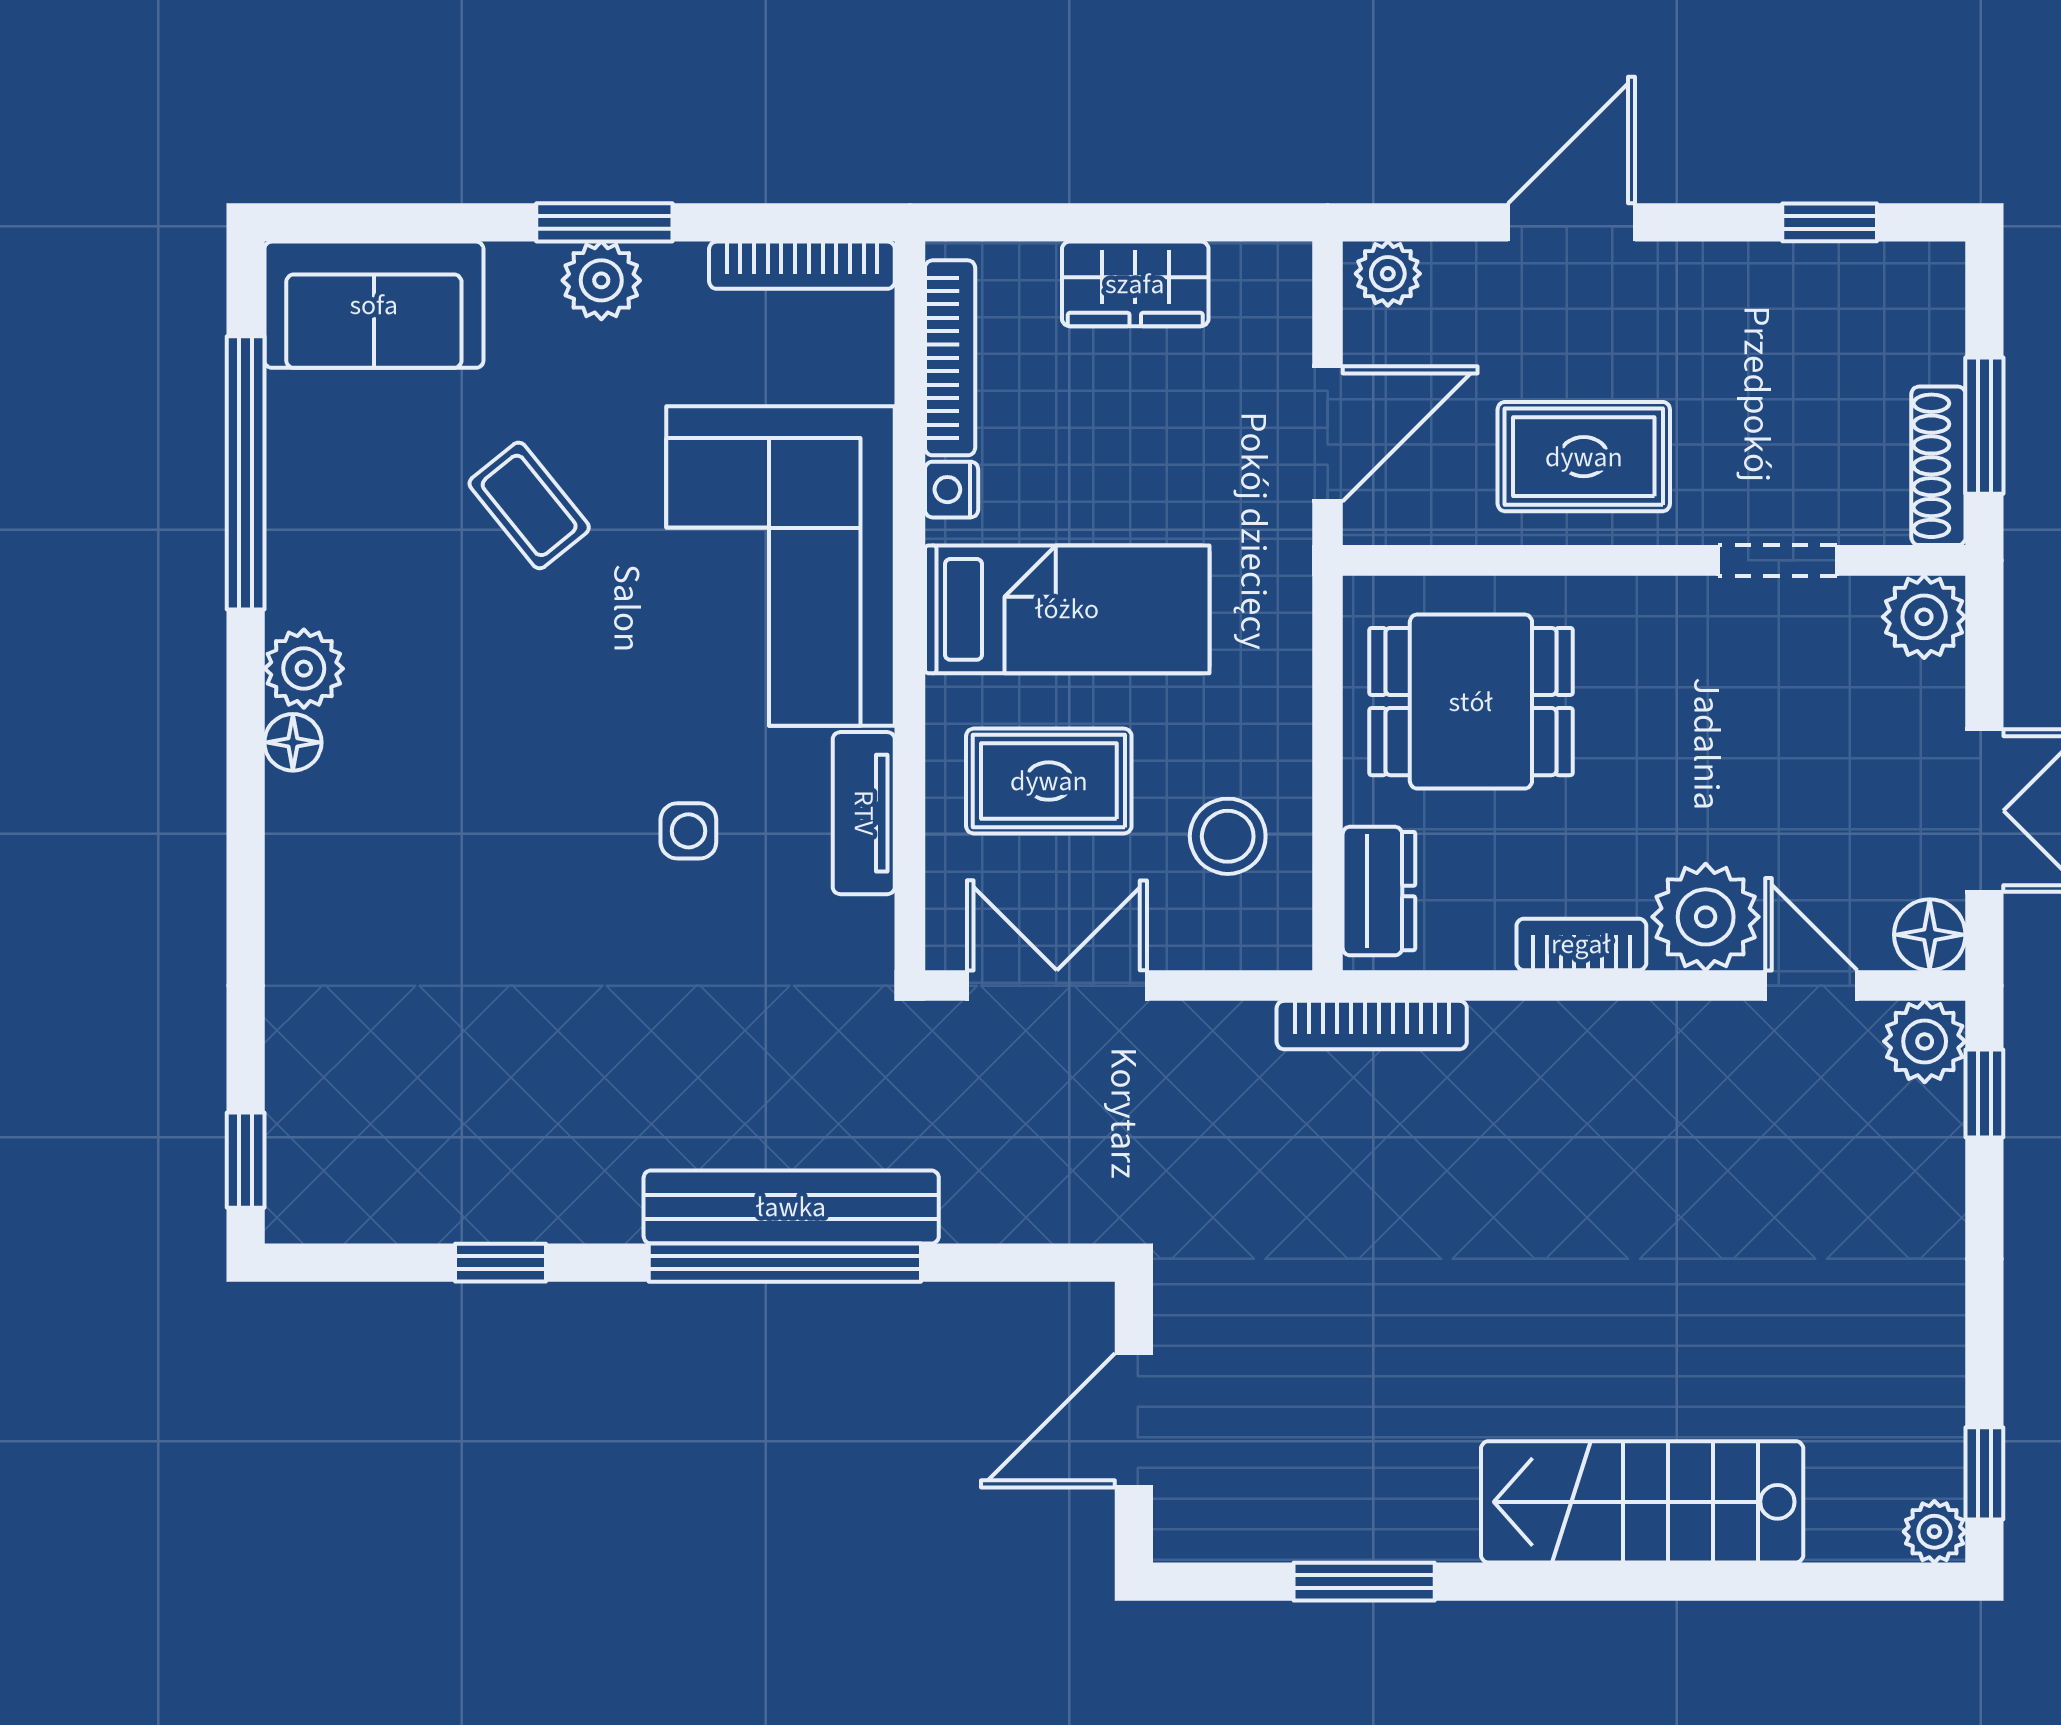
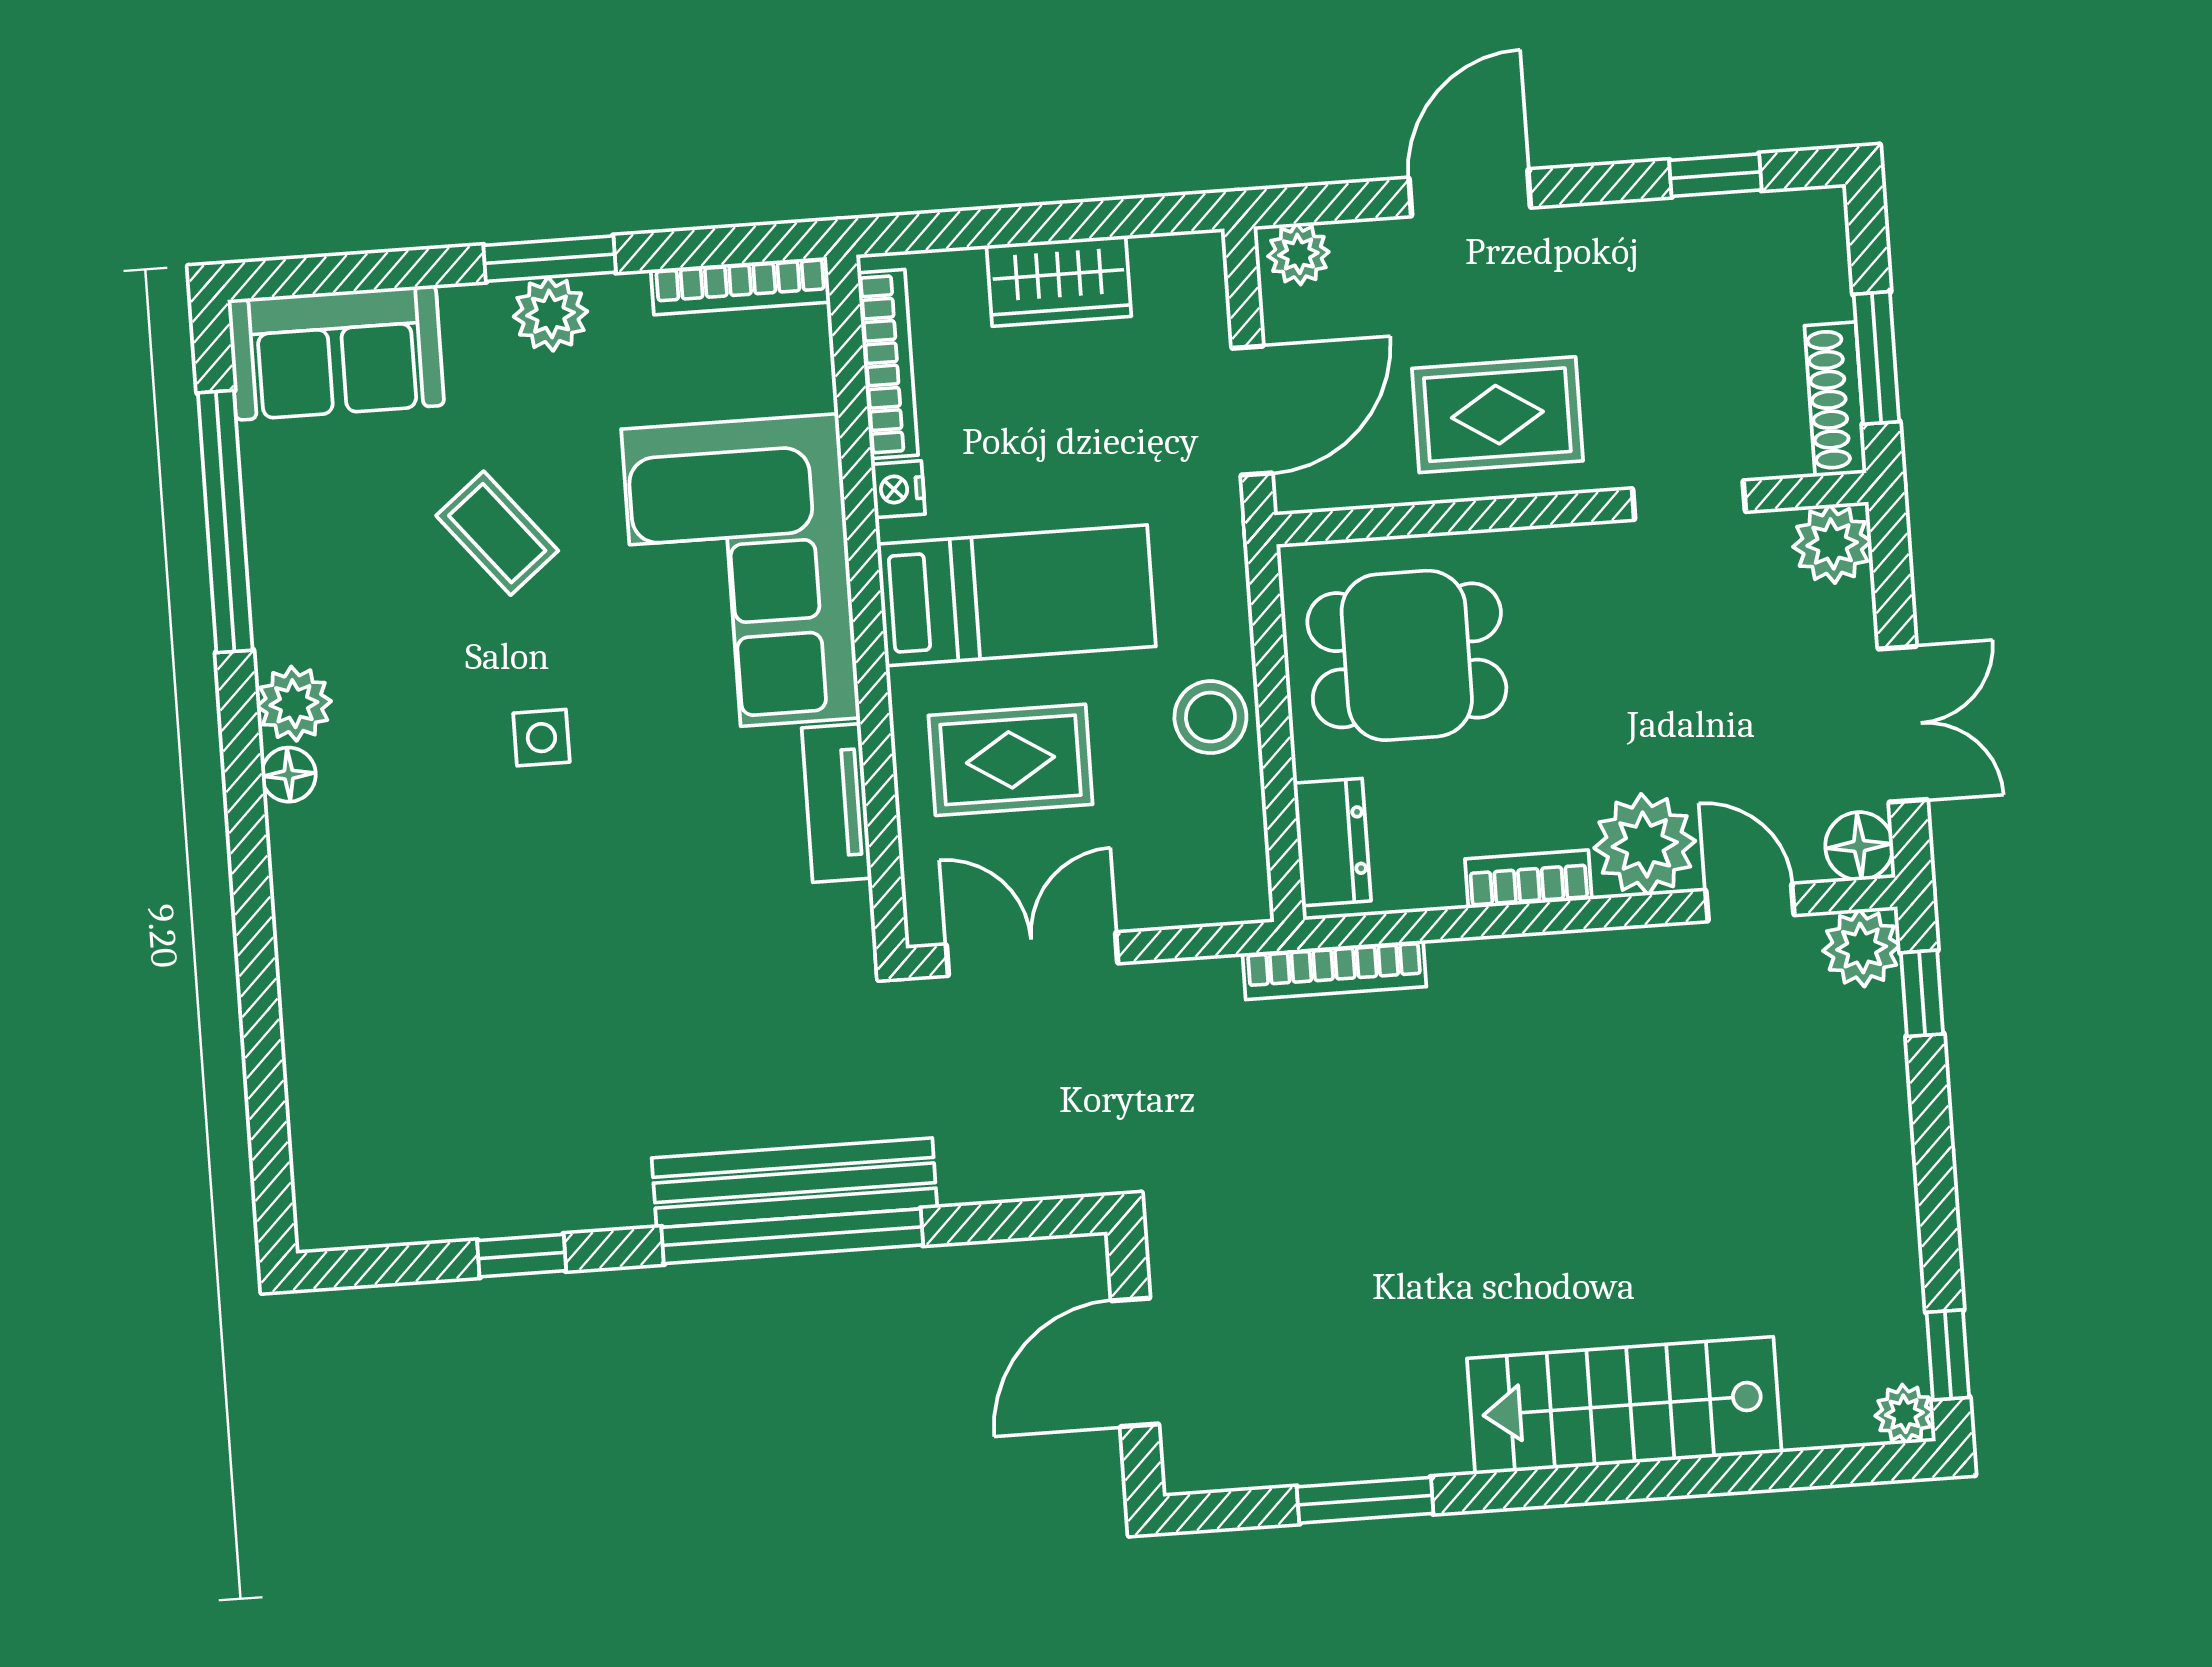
side table: (688, 831) -> (541, 738), moved
stool: (1228, 836) -> (1210, 717), moved
window: (246, 1160) -> (272, 1175), removed

